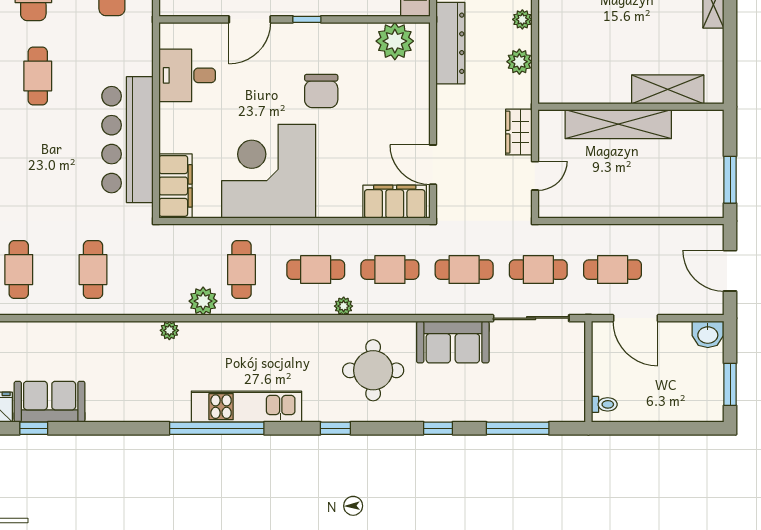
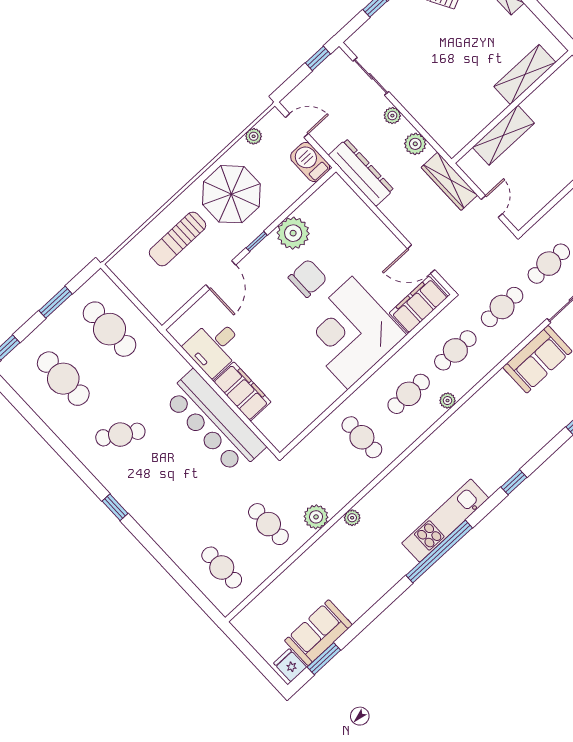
plant: (395, 41) -> (293, 233), moved
cafe table: (38, 76) -> (120, 435), turned -58
chair: (321, 91) -> (308, 278), turned -90
shelving: (618, 124) -> (503, 135), width x0.68
wardrobe: (519, 132) -> (449, 181), width x1.50
corner desk: (269, 171) -> (350, 333), moved
filing cabinet: (176, 186) -> (242, 391), moved
plant: (203, 301) -> (316, 517), moved
round table: (373, 370) -> (504, 424), removed
window: (34, 428) -> (324, 659), width x1.50

